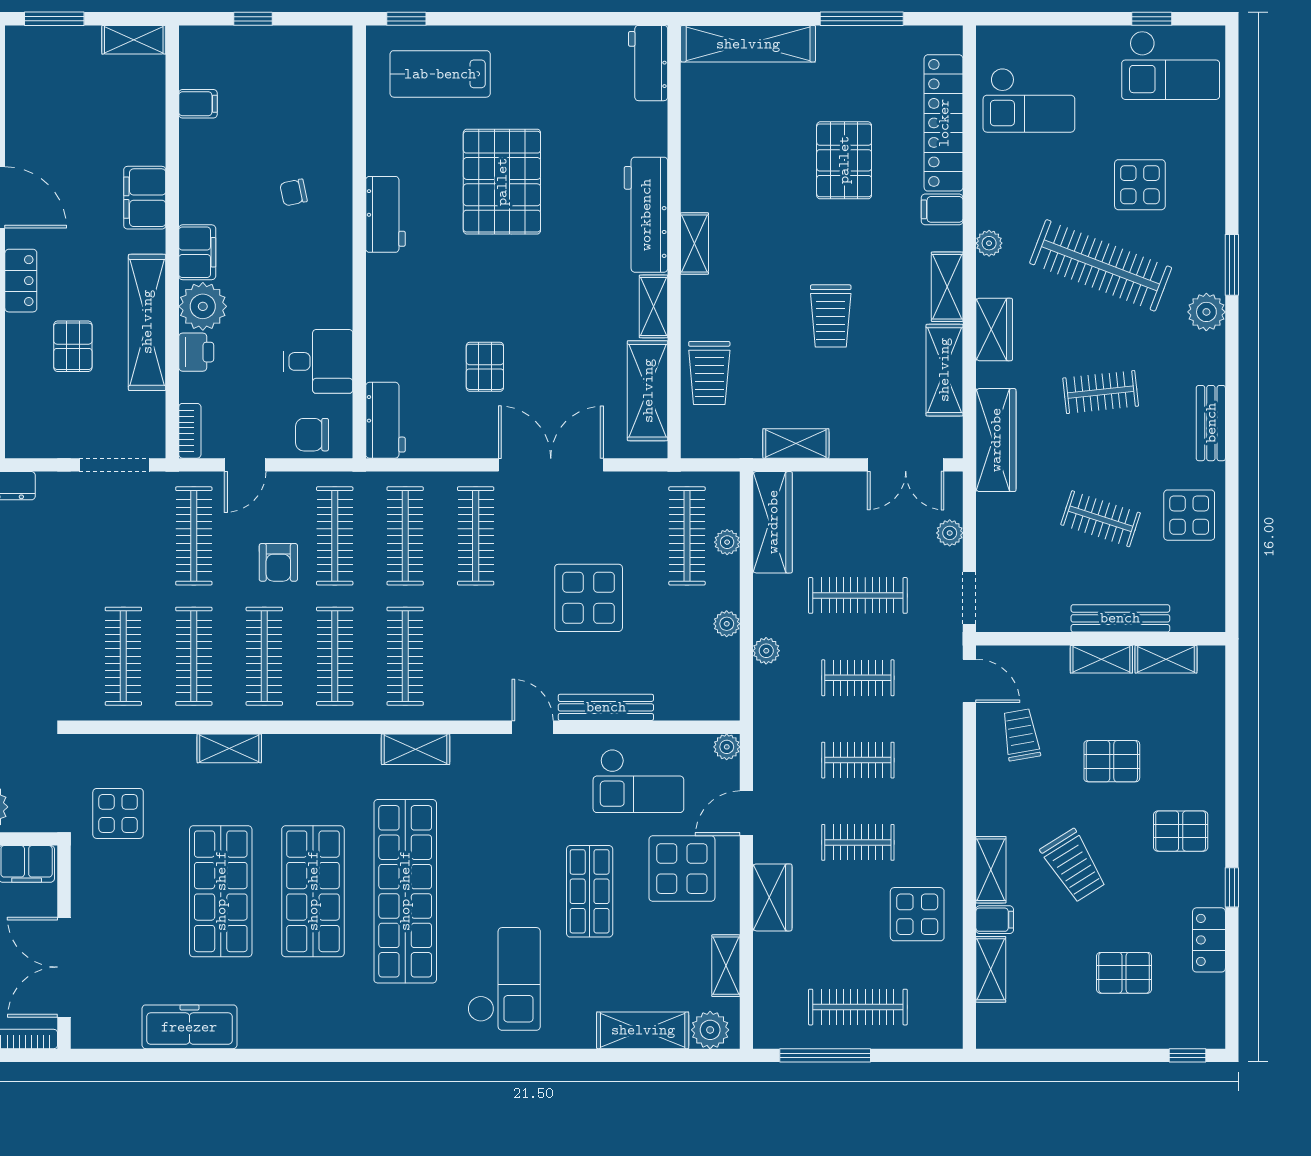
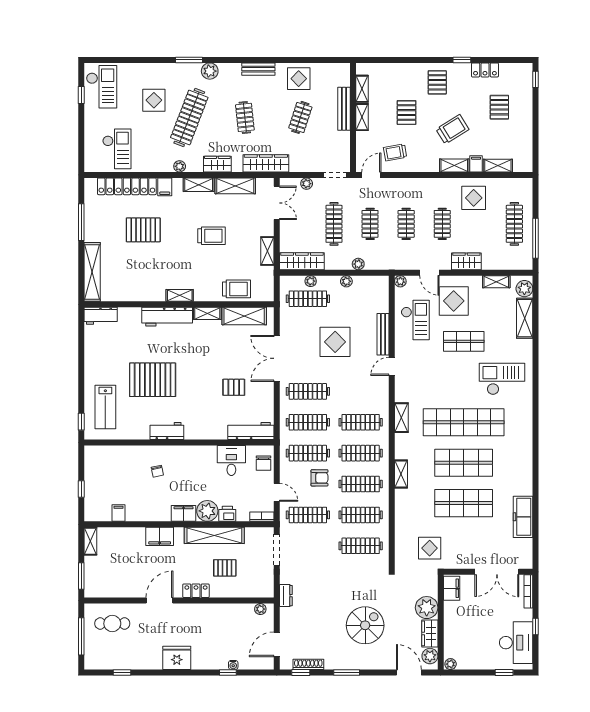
workbench: (385, 420) -> (251, 431), width x1.37
shelving: (229, 748) -> (401, 474), moved

